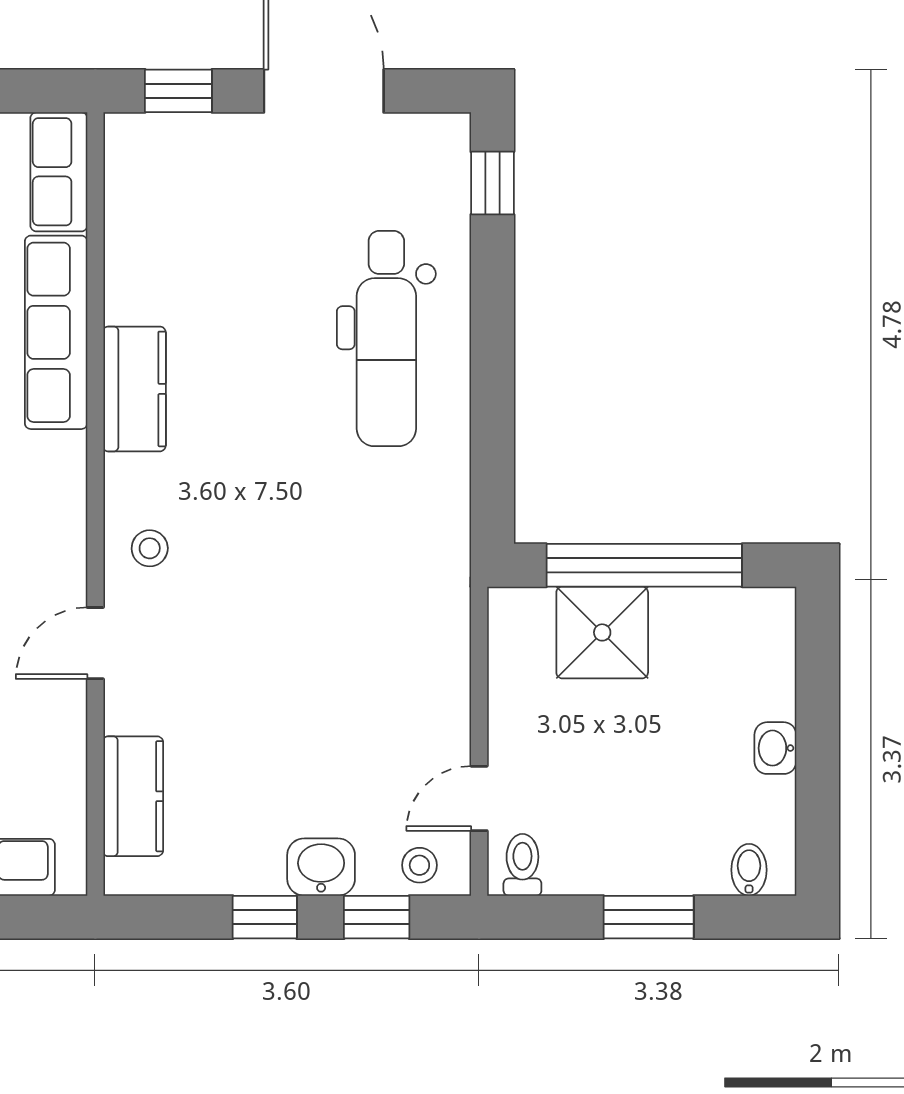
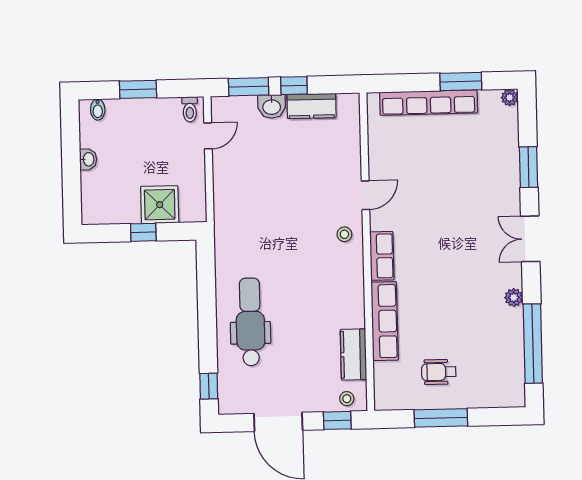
row of seats: (59, 172) -> (382, 256), moved
kitchen counter: (135, 389) -> (354, 354), moved
window: (644, 565) -> (143, 232), width x0.32
kitchen counter: (133, 796) -> (311, 106), moved, turned -90
stool: (419, 865) -> (347, 399), moved
window: (377, 917) -> (249, 87), width x1.50

